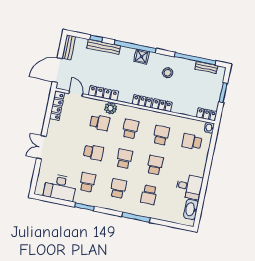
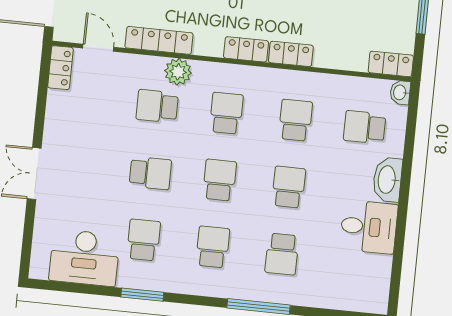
locker: (57, 106) -> (60, 68), width x0.66
school desk: (100, 123) -> (157, 106), turned 180
washbasin: (191, 209) -> (387, 180), moved

